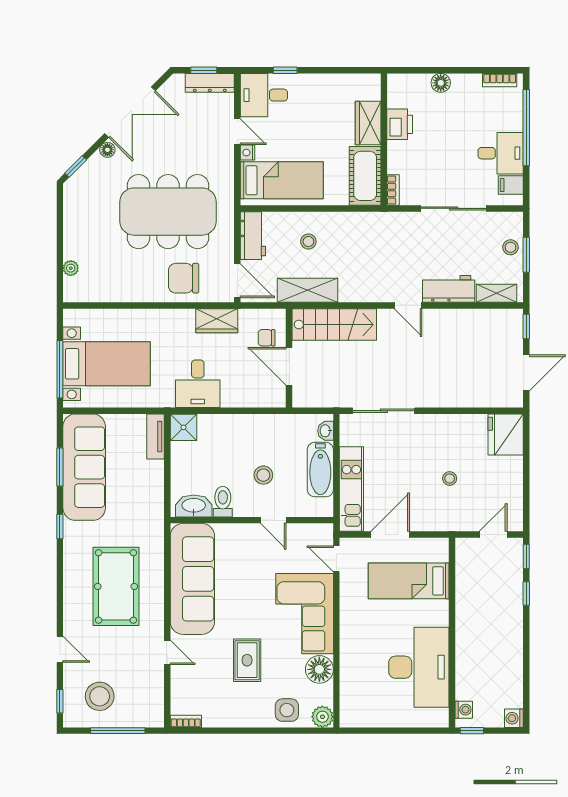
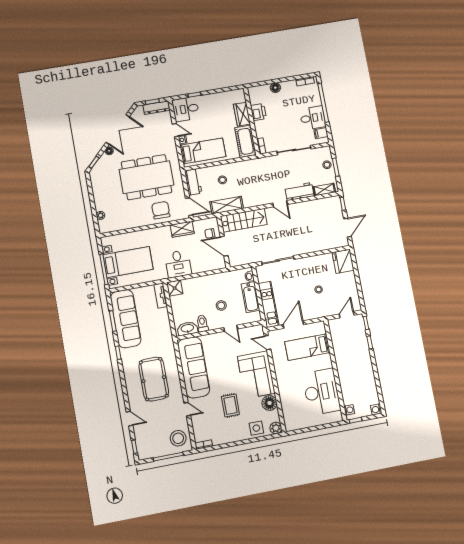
chair: (184, 278) -> (161, 210), turned 90
stool: (100, 696) -> (178, 438), moved

